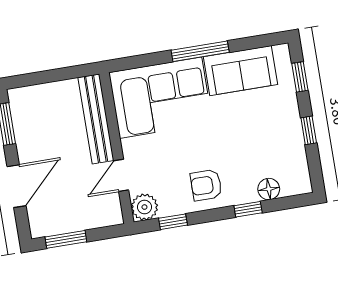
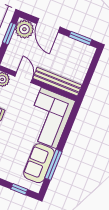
window: (200, 51) -> (53, 165), moved
plant: (45, 220) -> (24, 29), added

